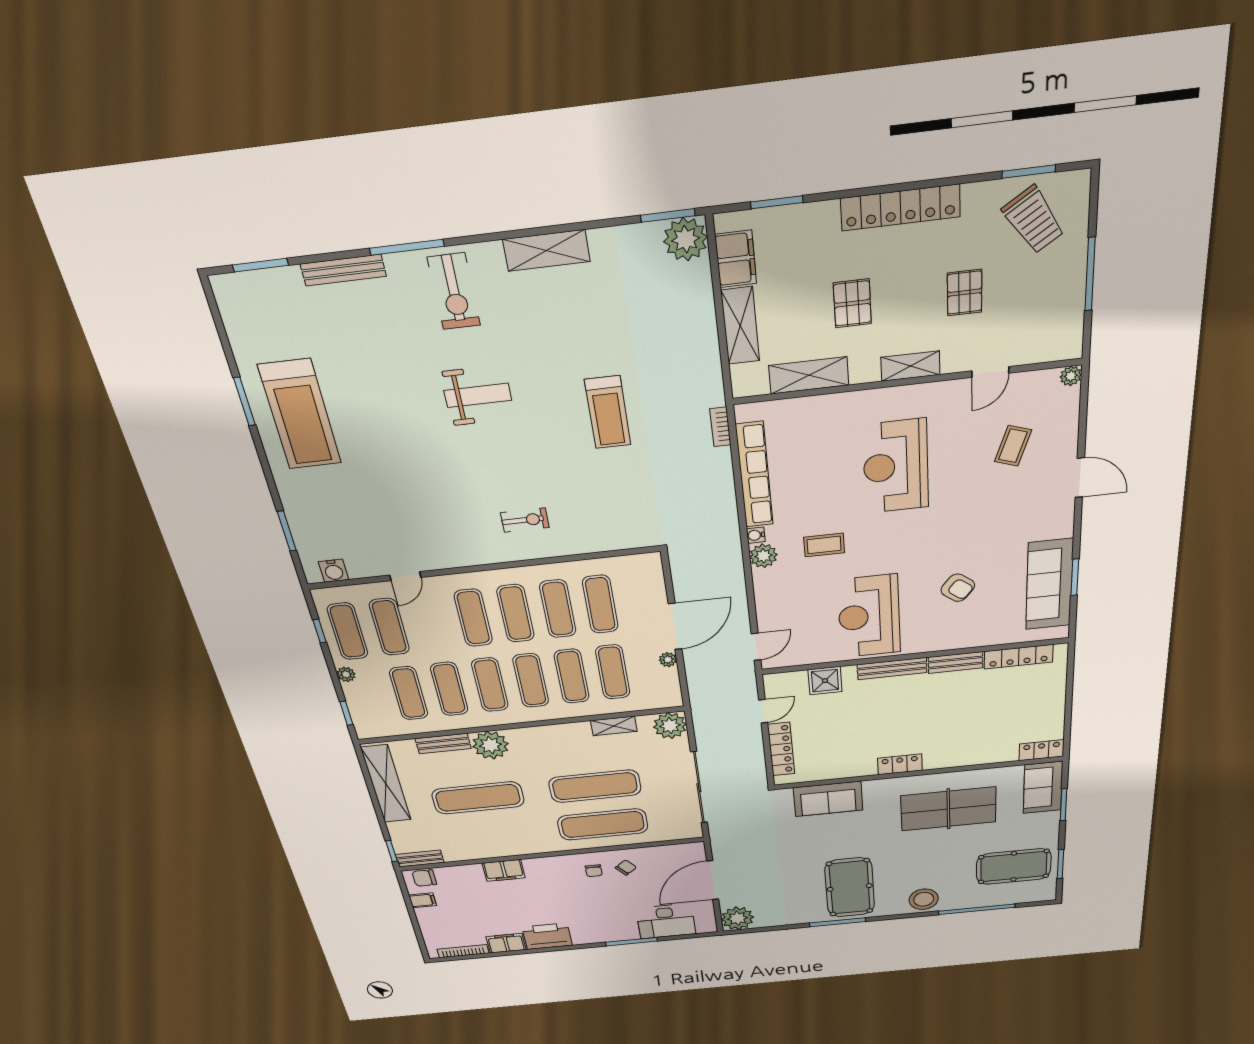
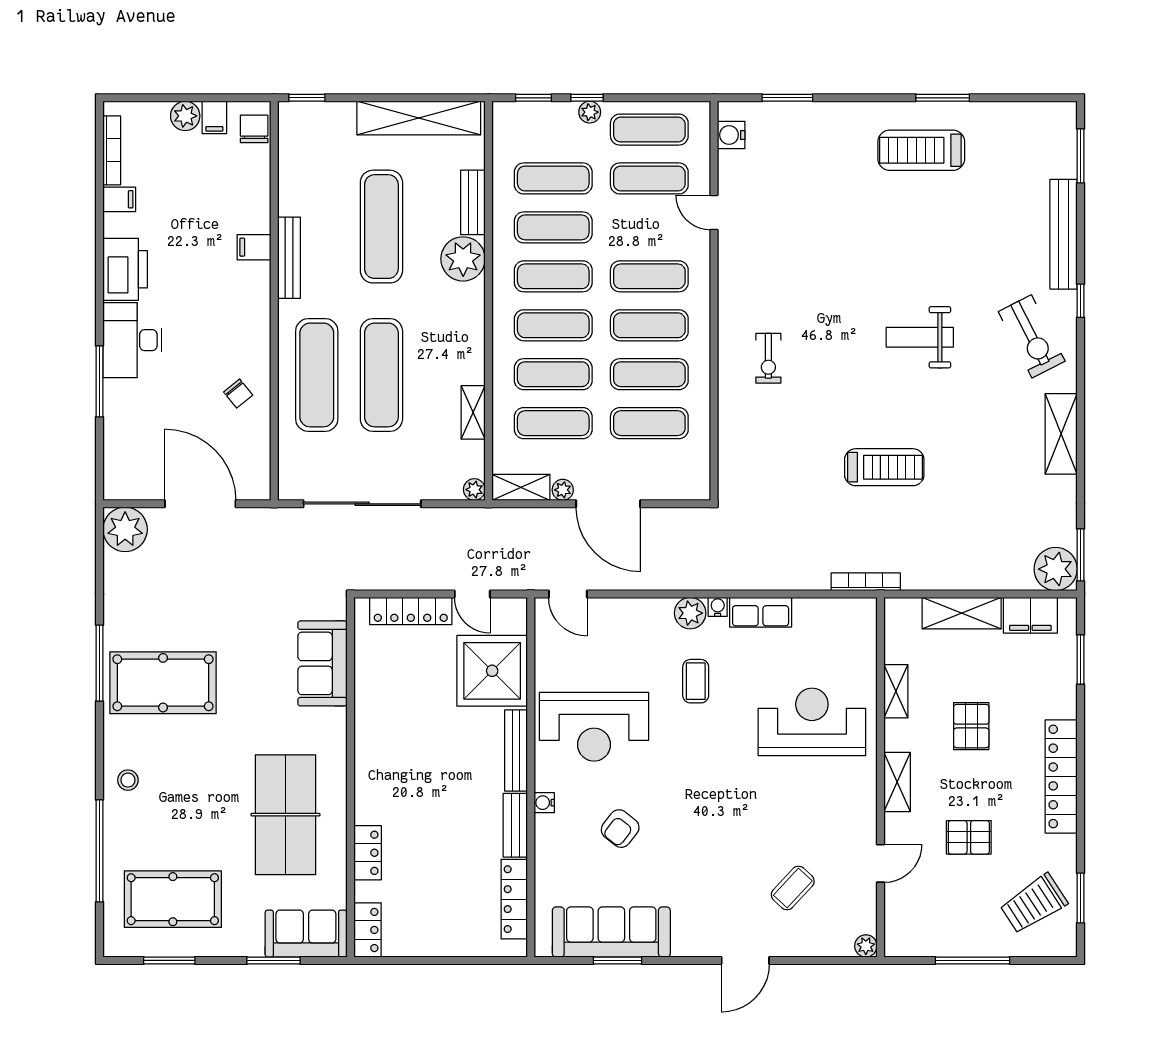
window: (407, 247) -> (1081, 301), width x0.46
bench: (343, 270) -> (1064, 234), width x1.37, depth x1.21
exercise bike: (454, 291) -> (1032, 336), turned -117
pallet: (852, 303) -> (971, 726), turned 90
door: (990, 372) -> (880, 863), swing flipped
shelving: (809, 375) -> (896, 691), width x0.67, depth x0.75
weight bench: (478, 395) -> (920, 337), turned 90
treadmill: (608, 412) -> (884, 467), turned 180
treadmill: (300, 415) -> (921, 150), width x0.73, depth x0.73
bookcase: (720, 427) -> (866, 582), width x1.56
coffee table: (1013, 446) -> (793, 888), turned -66
reception desk: (896, 466) -> (812, 722), moved
row of seats: (754, 475) -> (761, 612), width x0.50
reception desk: (869, 616) -> (594, 727), turned 180
window: (320, 631) -> (587, 98), moved
water cooler: (936, 645) -> (544, 803), added
shower: (825, 681) -> (492, 671), width x1.86, depth x1.86
shelving: (670, 688) -> (521, 487), added
plant: (670, 726) -> (474, 490), width x0.53, depth x0.53
locker: (900, 764) -> (368, 853), moved
bench: (420, 859) -> (289, 258), moved, width x1.36
pool table: (1014, 867) -> (173, 899), turned 90
filing cabinet: (504, 870) -> (254, 247), width x0.50
chair: (594, 871) -> (238, 351), removed
stool: (924, 899) -> (128, 780), width x0.53, depth x0.53
plant: (426, 916) -> (185, 116), added
desk: (666, 921) -> (132, 340), moved
filing cabinet: (506, 943) -> (119, 199), width x0.50

